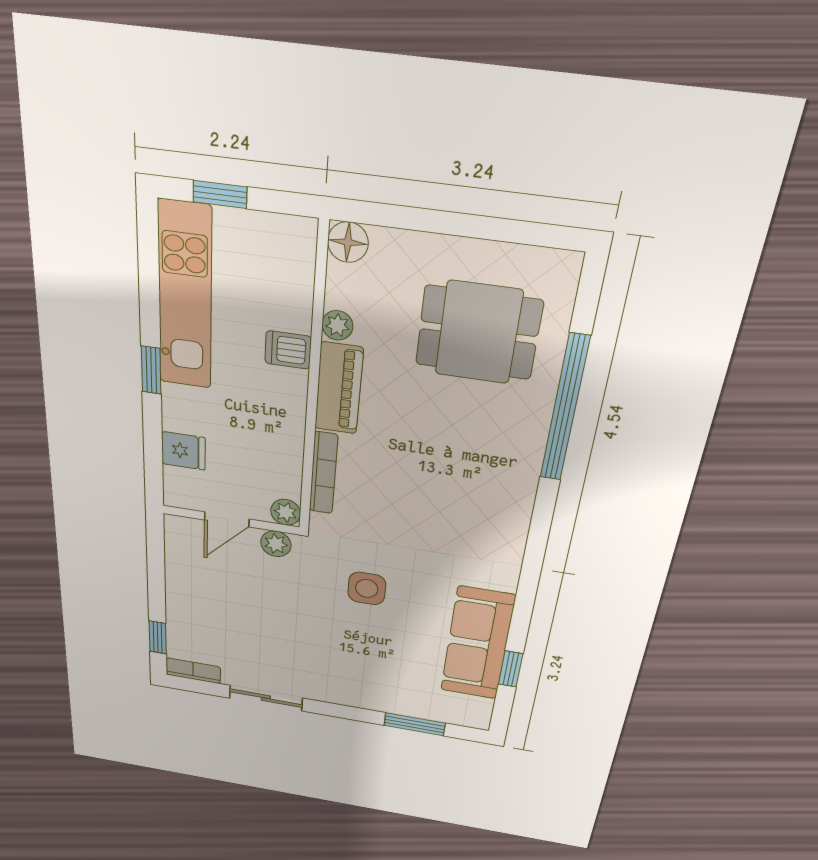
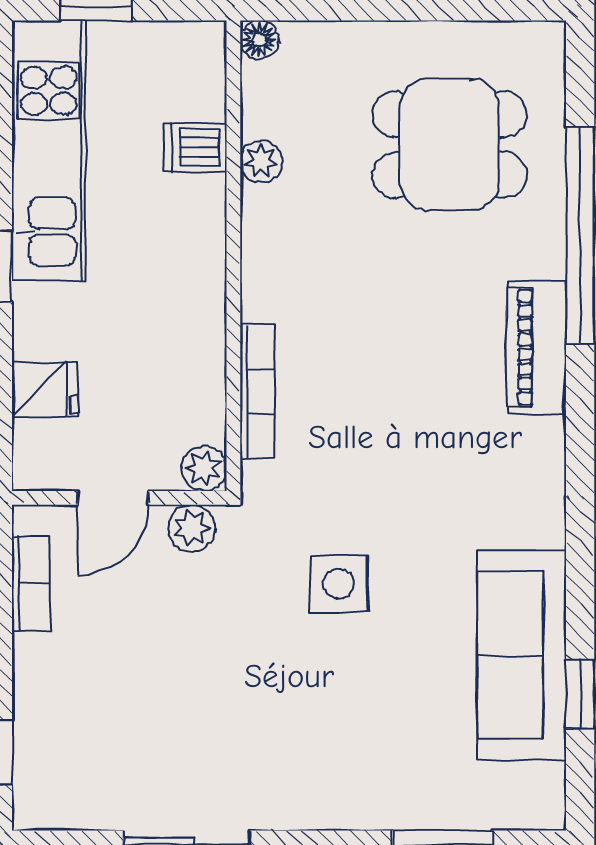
floor lamp: (348, 242) -> (259, 40), width x0.73, depth x0.73
dishwasher: (288, 350) -> (195, 147), moved
piano: (339, 388) -> (536, 347), moved, turned 180
bookcase: (193, 671) -> (31, 584), moved, turned 90

